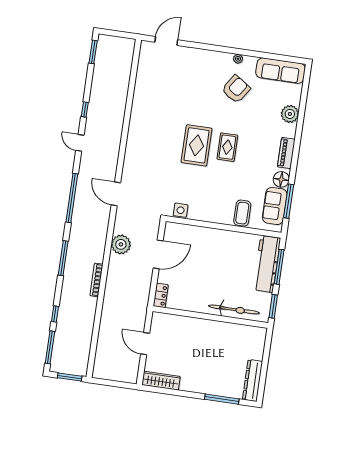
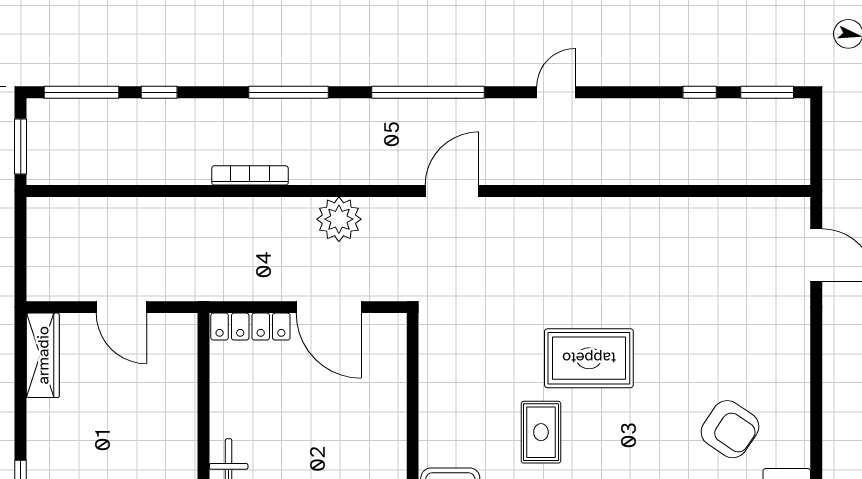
plant: (238, 59) -> (800, 424), removed
window: (85, 110) -> (700, 92), moved
rug: (227, 147) -> (541, 432), moved, turned 90
side table: (181, 210) -> (436, 343), removed
locker: (161, 295) -> (250, 327), width x1.53
door: (145, 344) -> (121, 307), swing flipped

